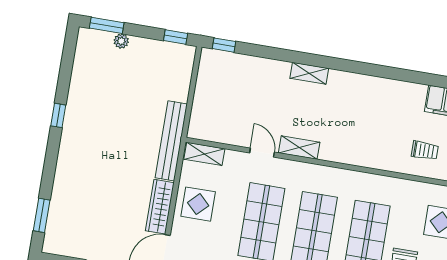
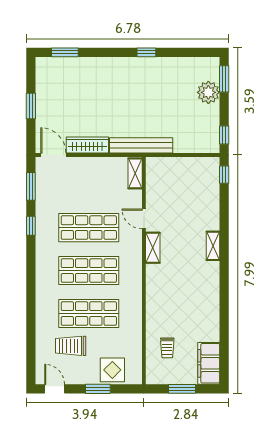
plant: (121, 41) -> (208, 92), width x1.88, depth x1.88
door: (262, 153) -> (144, 219), swing flipped
display table: (198, 204) -> (95, 175), removed

